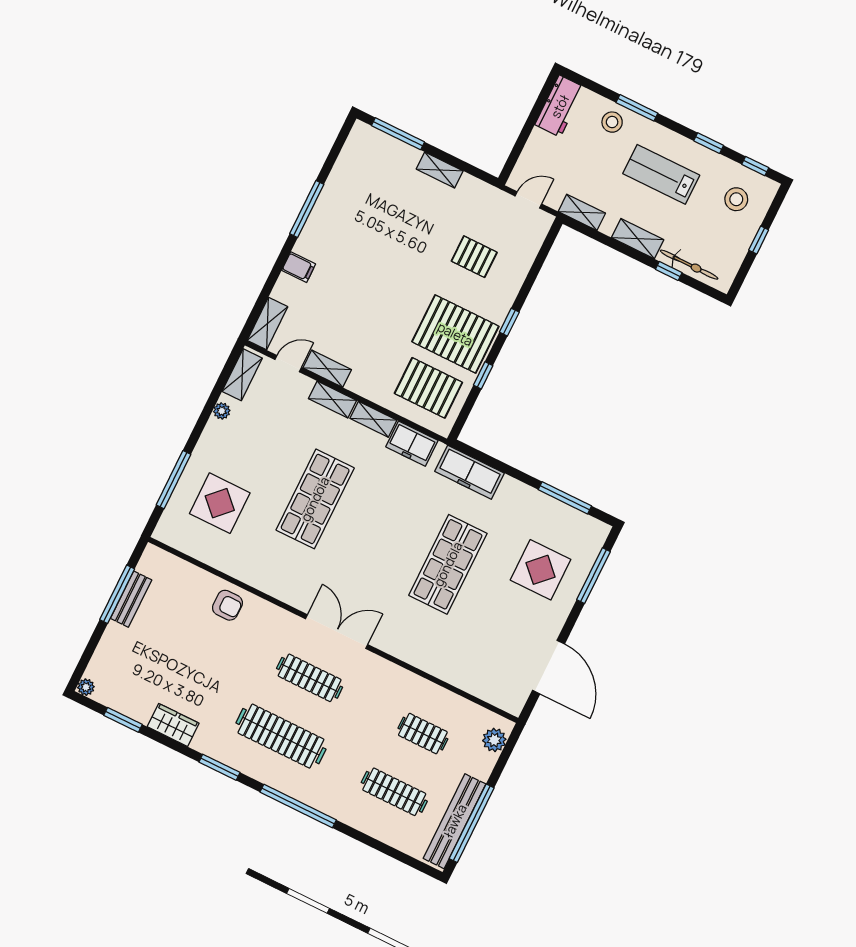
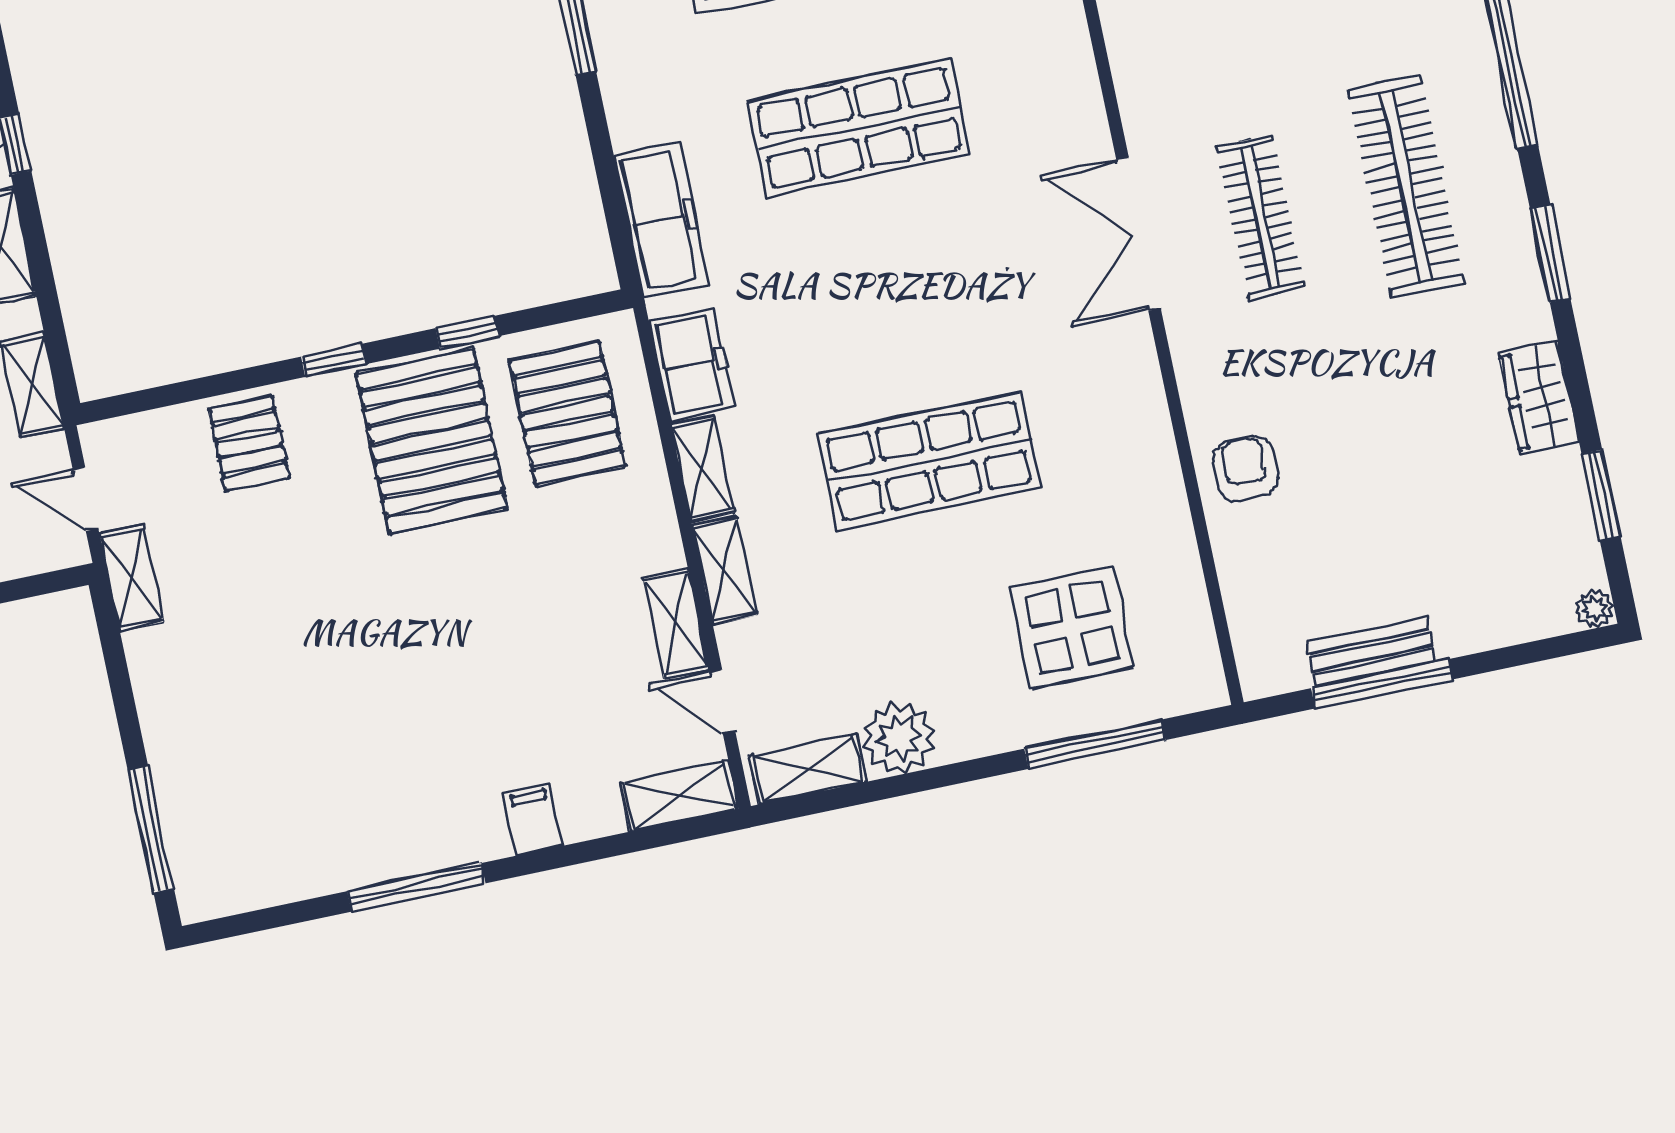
shelving: (440, 170) -> (131, 578), moved
pallet: (474, 257) -> (249, 443), moved
plant: (222, 411) -> (899, 738), width x1.88, depth x1.88

